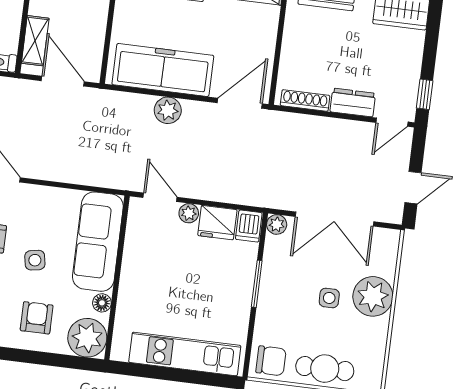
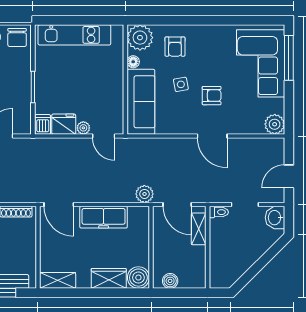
freezer: (163, 70) -> (104, 217), width x0.73, depth x0.79
door: (240, 103) -> (59, 205), hinge flipped
plant: (168, 110) -> (144, 194), moved
plant: (277, 224) -> (25, 128), removed
chair: (271, 361) -> (17, 37), turned -90

